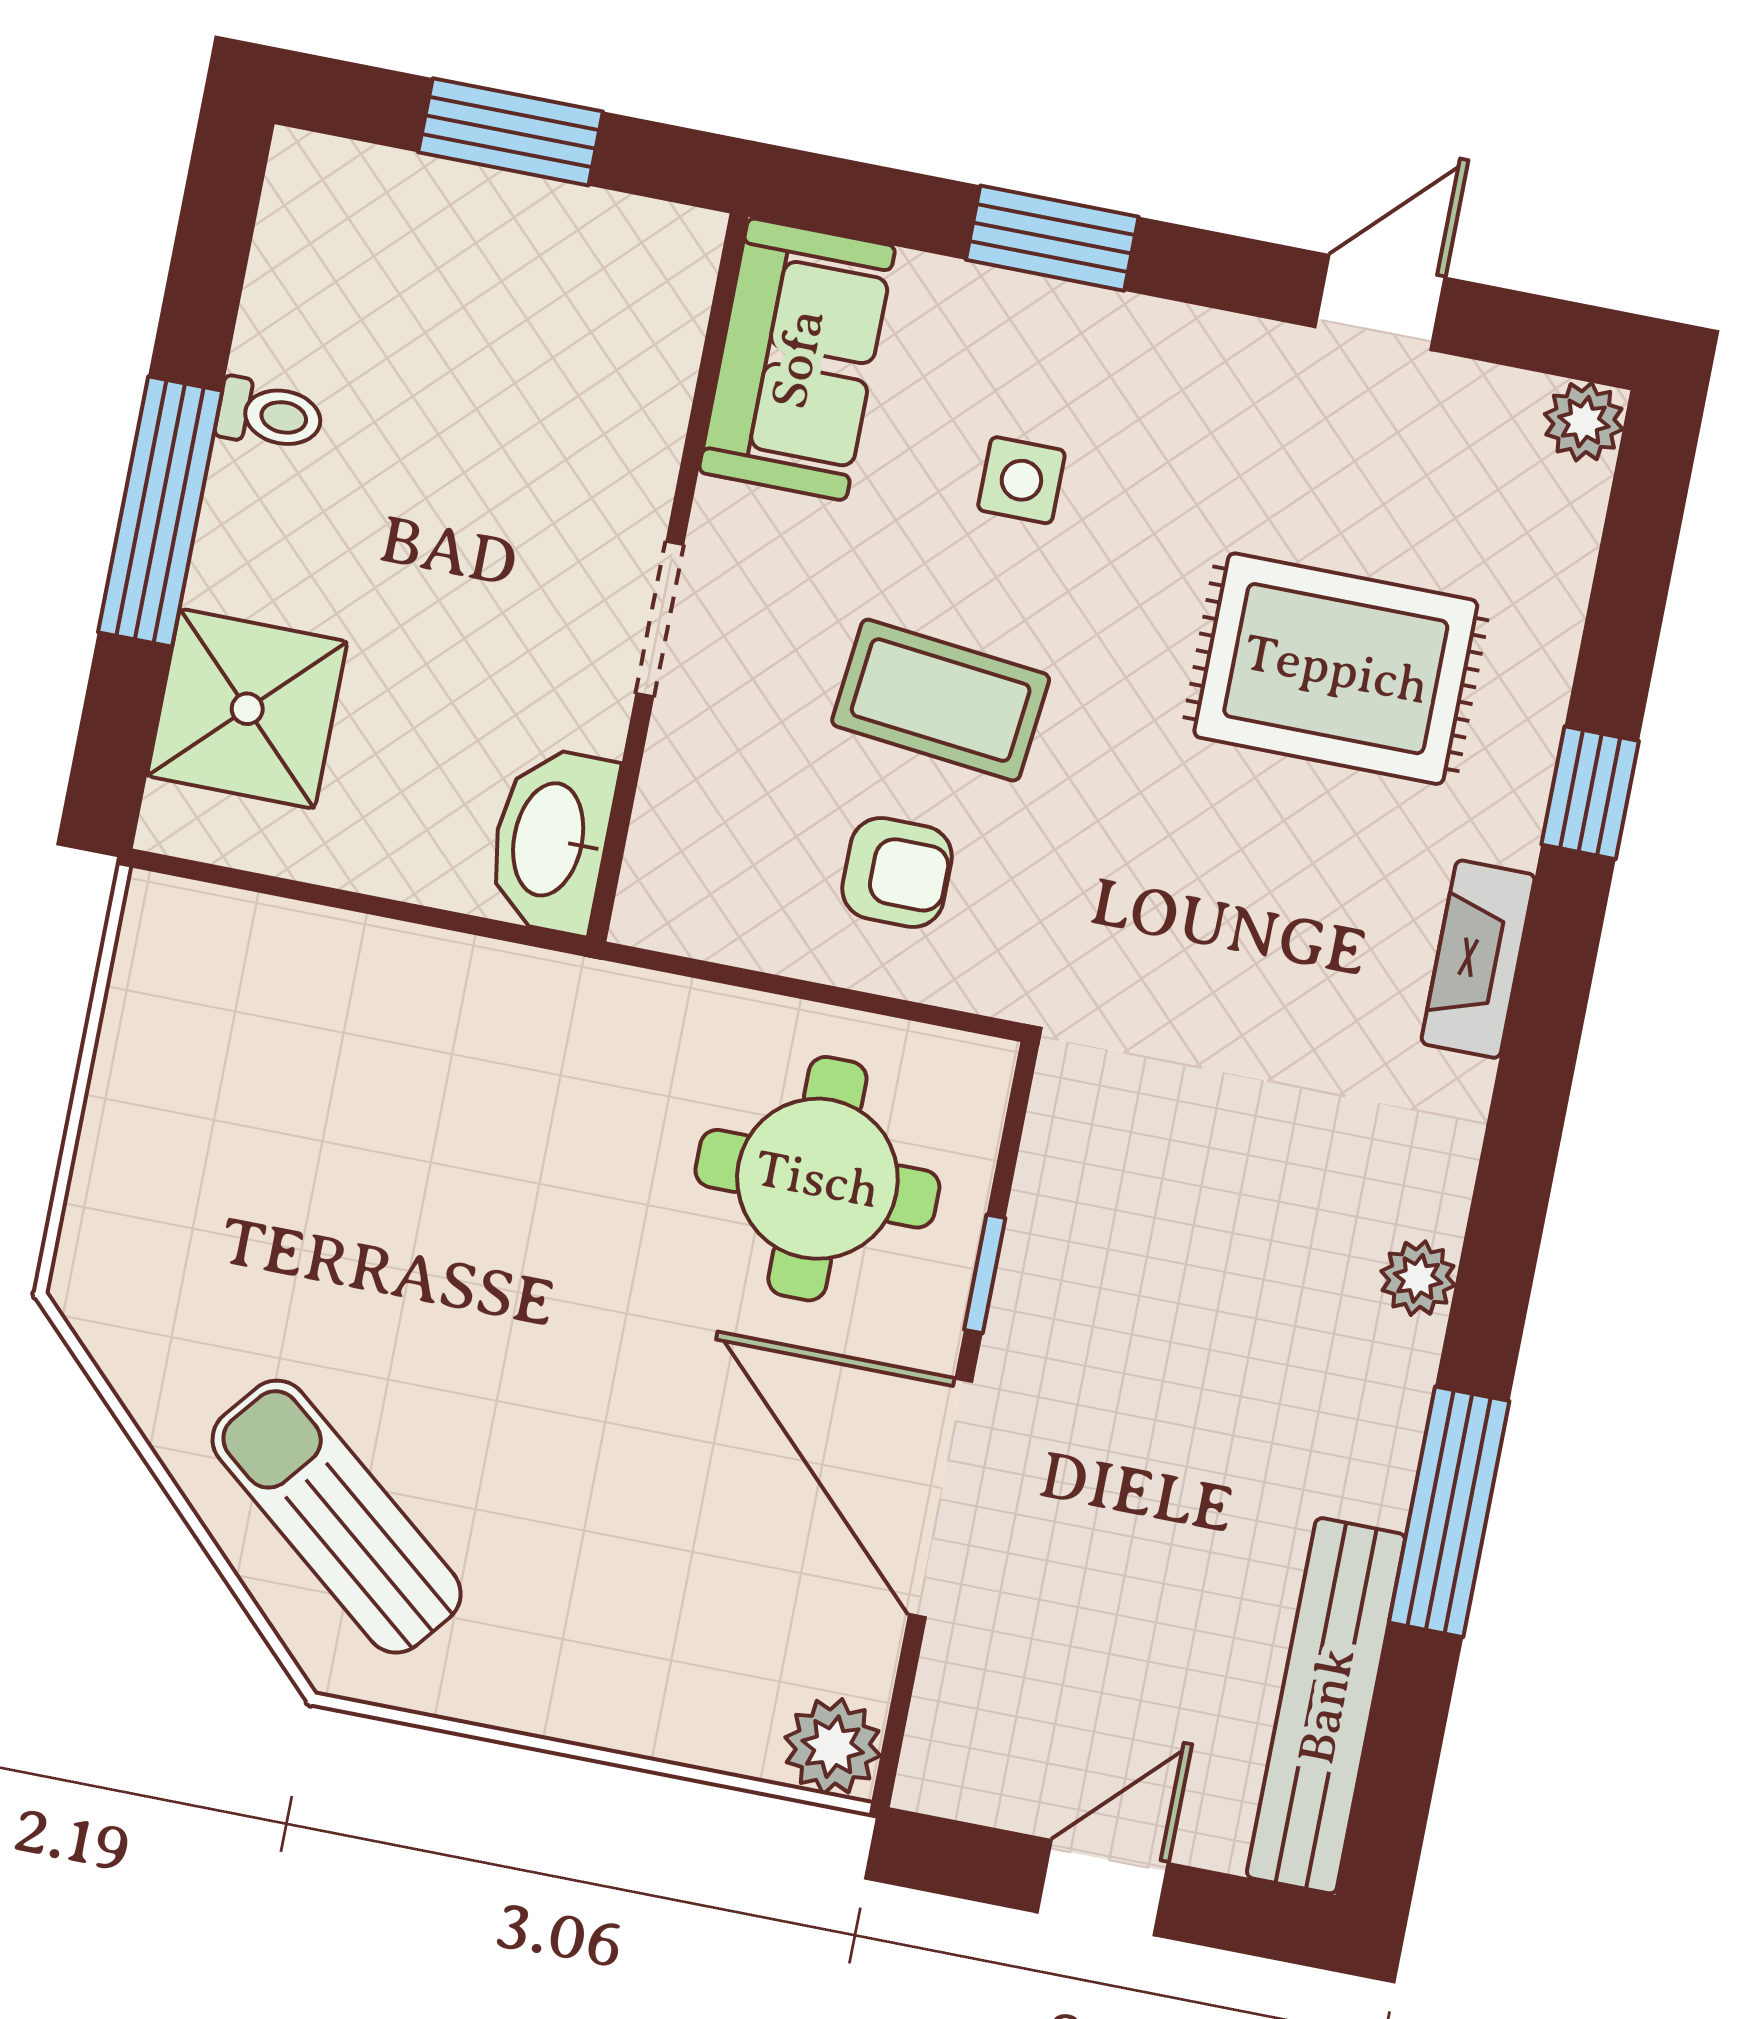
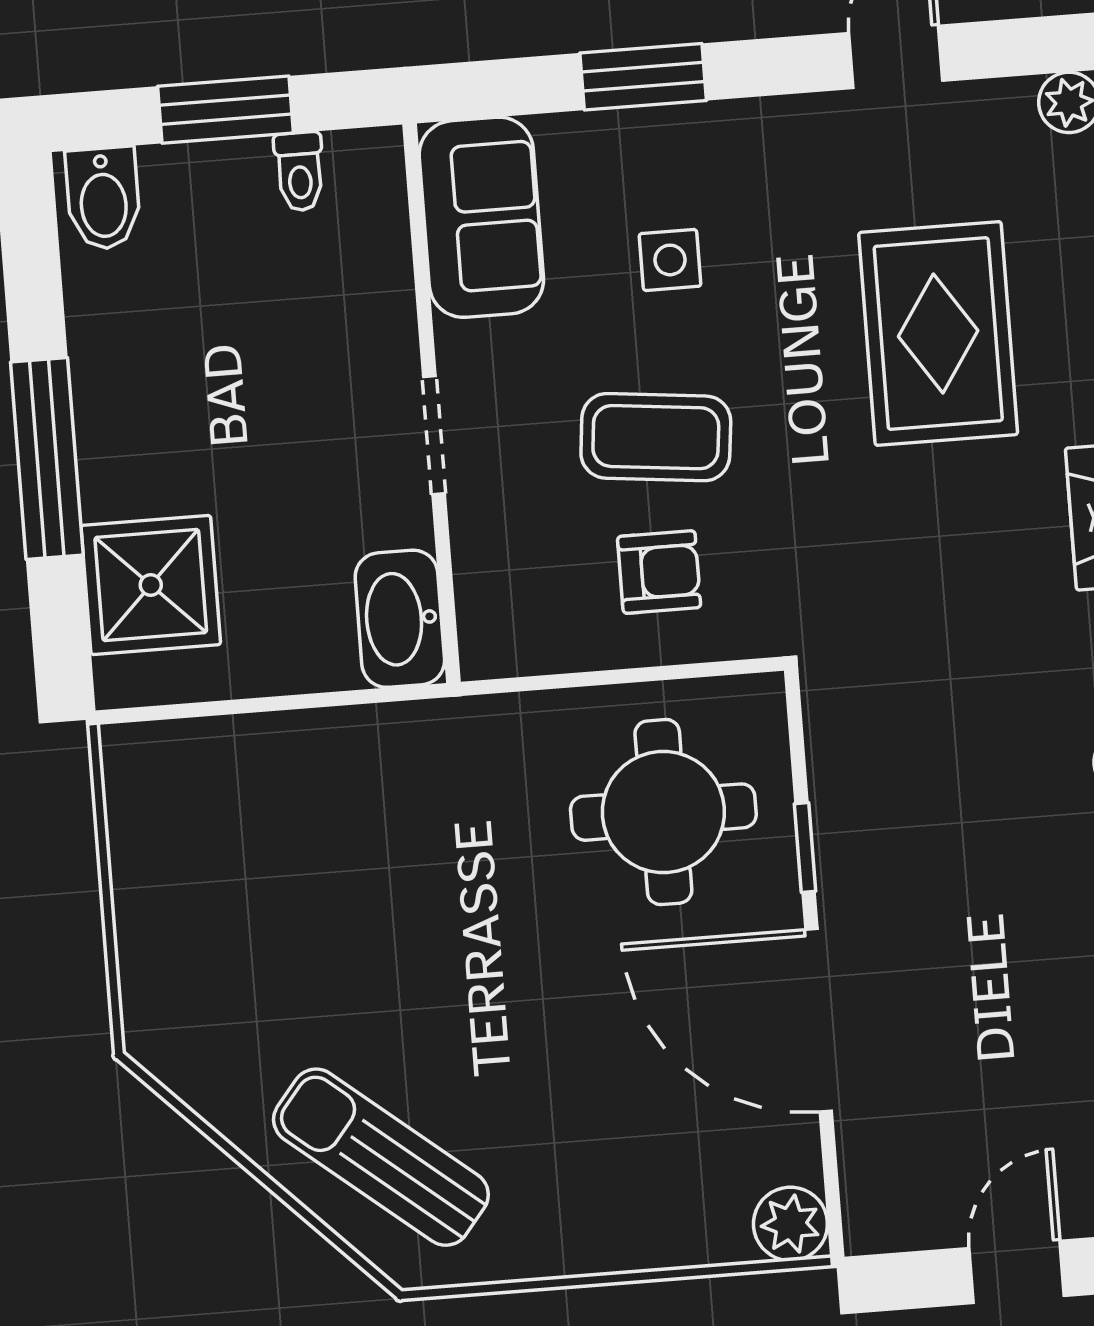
bidet: (324, 201) -> (103, 198), added
toilet: (270, 415) -> (300, 171), moved, turned 90
rug: (1336, 669) -> (938, 333), turned 90

